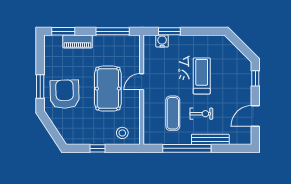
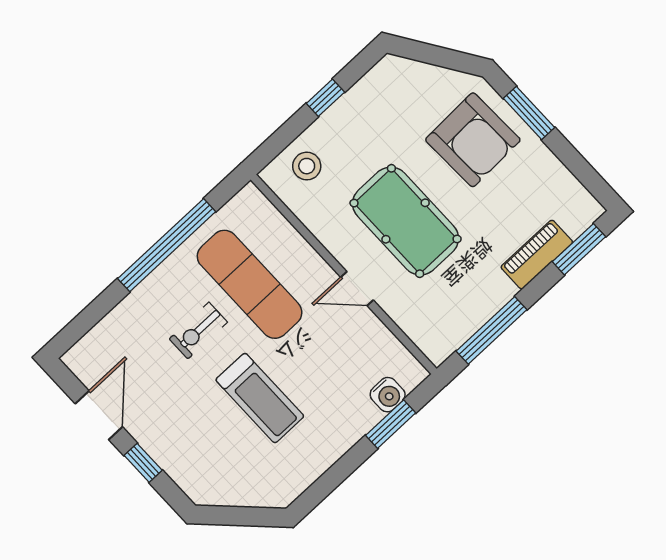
window: (255, 78) -> (143, 463), moved
door: (142, 82) -> (357, 289), swing flipped
exercise mat: (173, 113) -> (250, 284), width x1.36, depth x1.45
bench: (210, 139) -> (140, 300), removed

